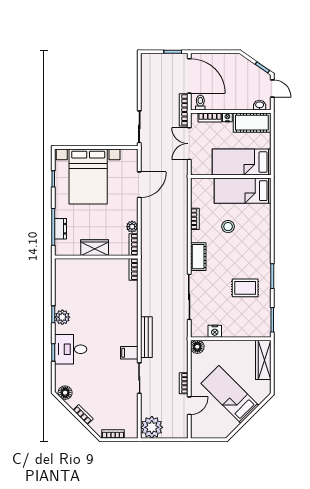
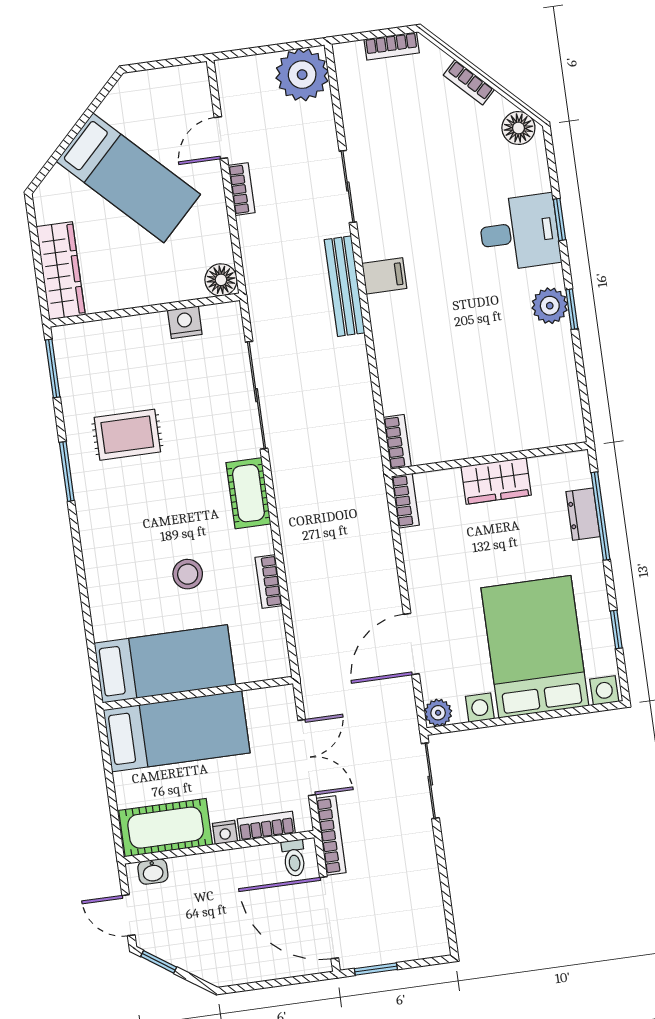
plant: (132, 227) -> (438, 713), moved
filing cabinet: (129, 353) -> (384, 276), moved

